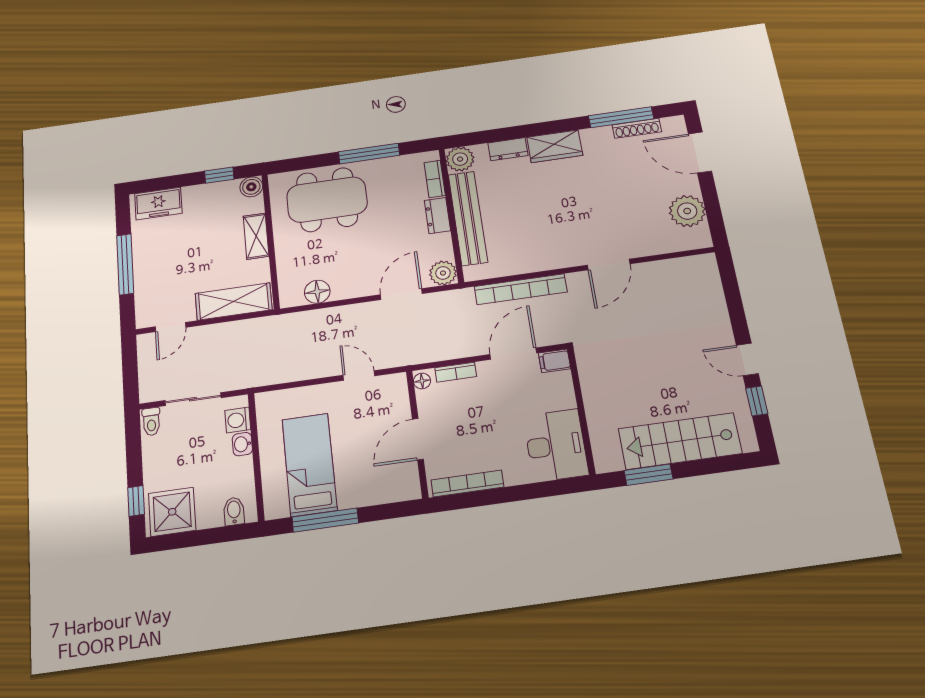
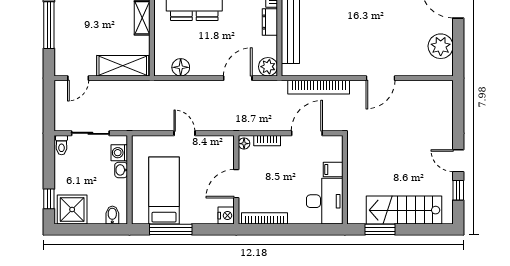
filing cabinet: (555, 361) -> (333, 169), moved
door: (359, 376) -> (184, 133), moved
nightstand: (408, 488) -> (226, 216), added

